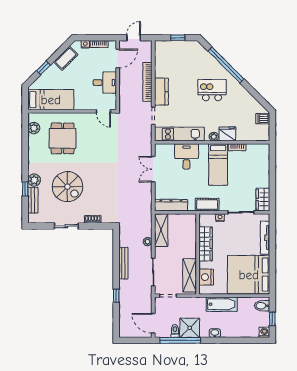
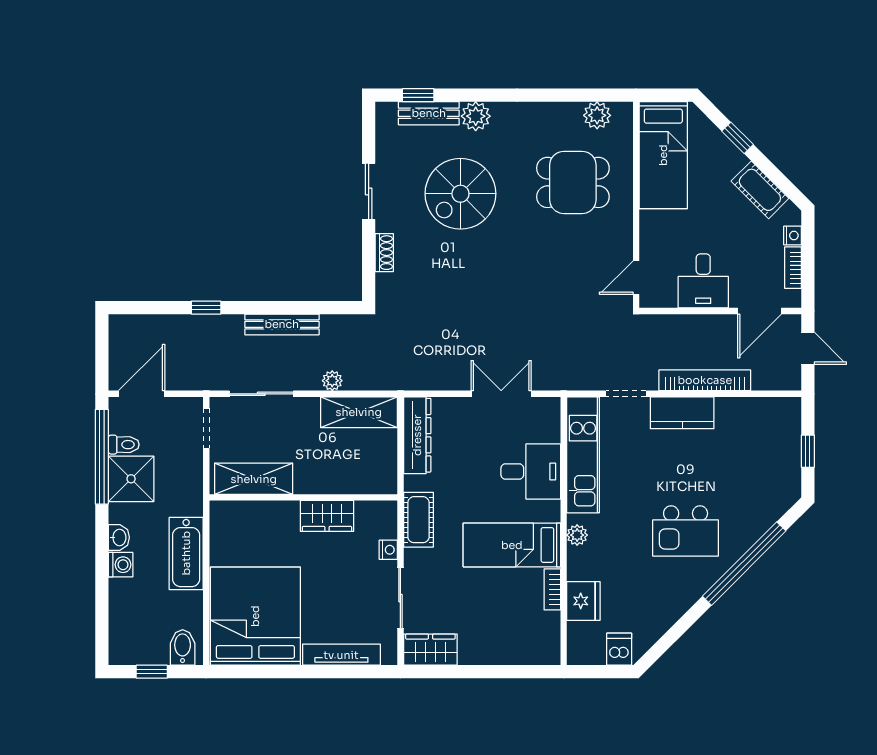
door: (118, 58) -> (760, 311), hinge flipped
kitchen island: (212, 90) -> (686, 531), turned 90
fridge: (227, 134) -> (583, 601), moved
window: (25, 189) -> (418, 95), moved
wardrobe: (206, 244) -> (327, 516), width x0.67
nightstand: (206, 277) -> (249, 517), removed
washing machine: (264, 332) -> (121, 565), moved

